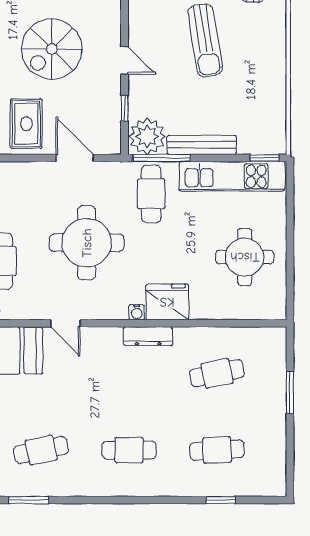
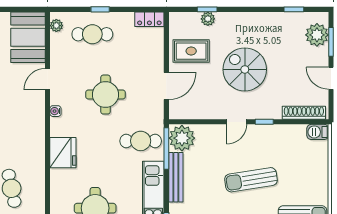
window: (125, 108) -> (264, 122), moved
round table: (87, 243) -> (105, 95), width x0.73, depth x0.73
water cooler: (137, 312) -> (55, 111), moved
dresser: (148, 336) -> (38, 139), removed

